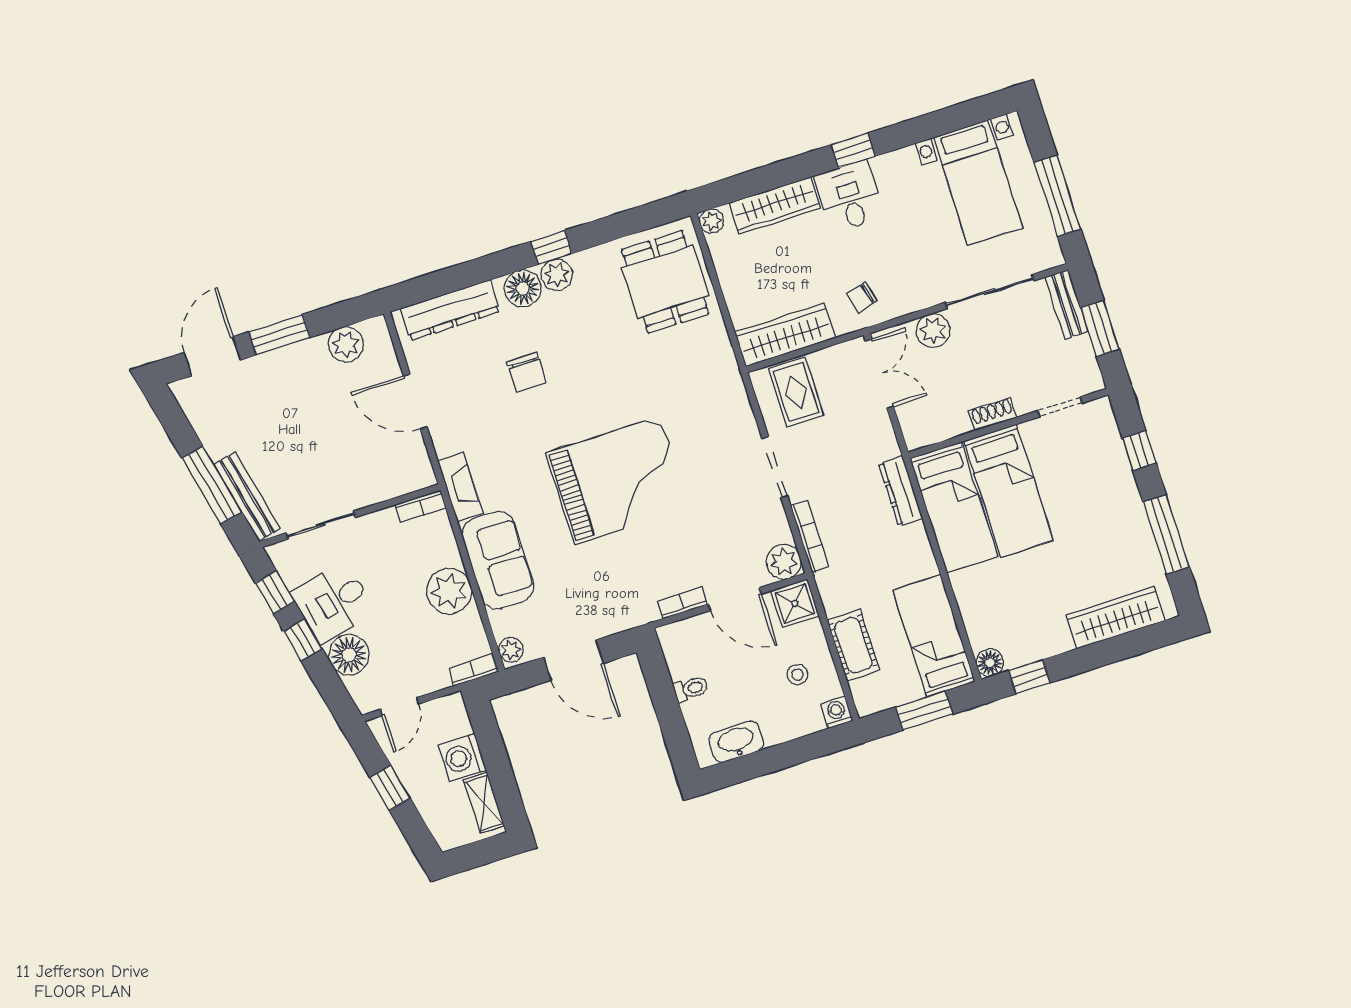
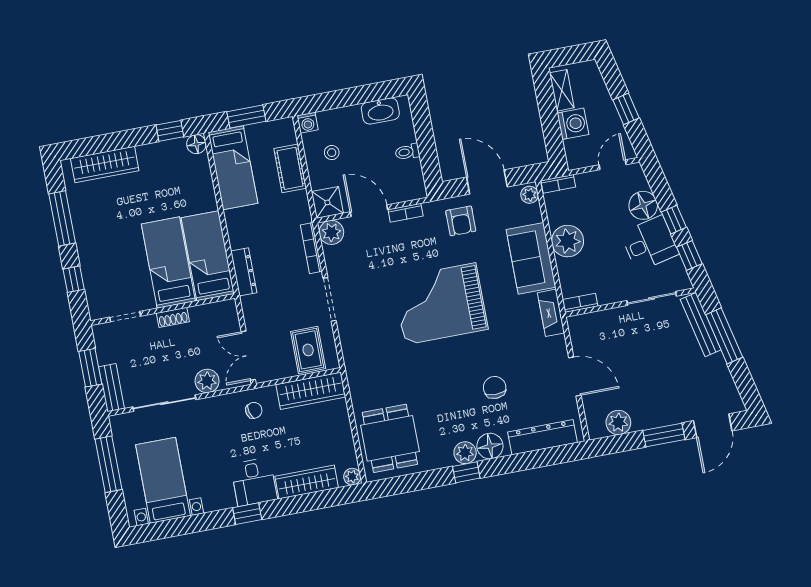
armchair: (603, 601) -> (461, 221), added

